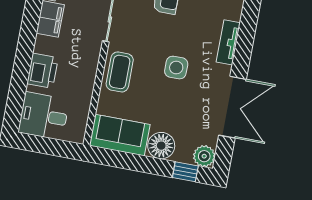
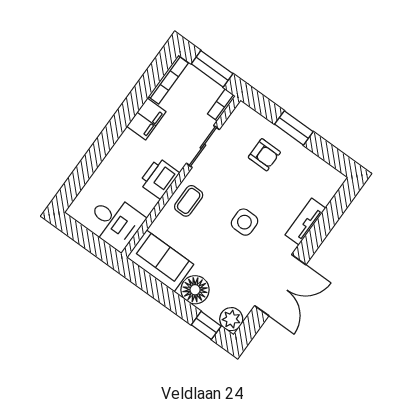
printer: (42, 71) -> (159, 178), moved, turned 180
coffee table: (120, 72) -> (189, 201), width x0.73, depth x0.77
desk: (44, 116) -> (115, 222), moved, turned 180

